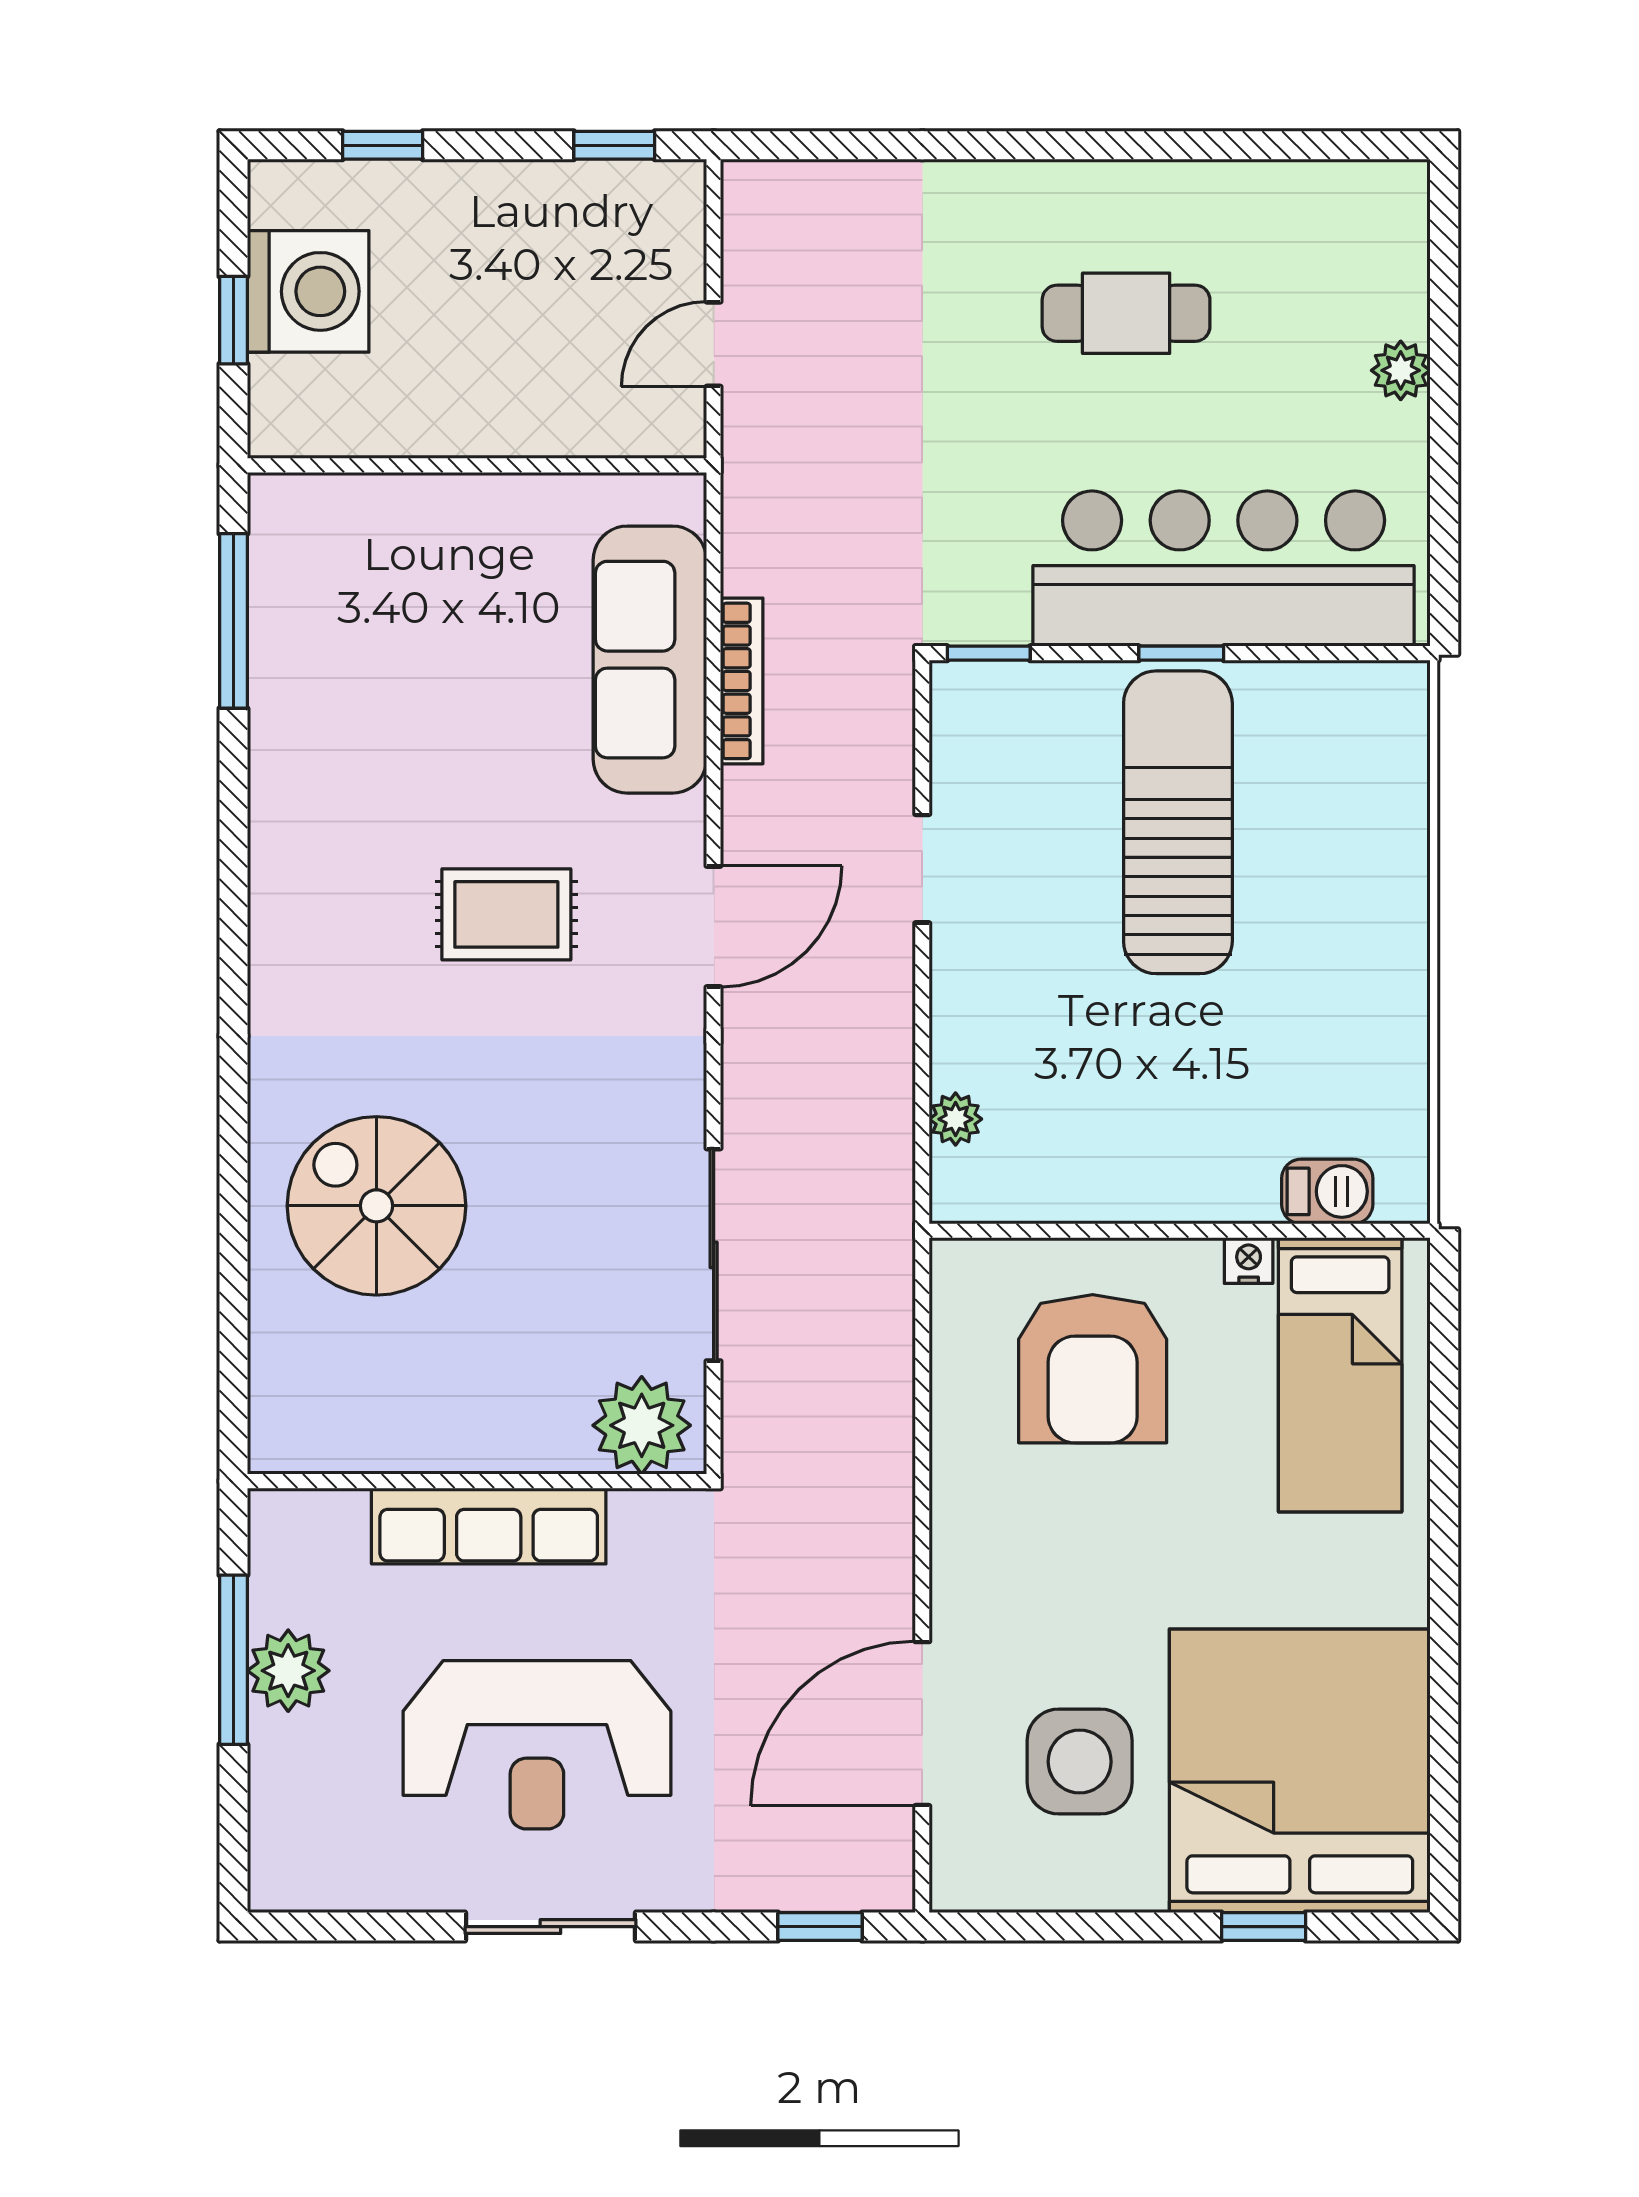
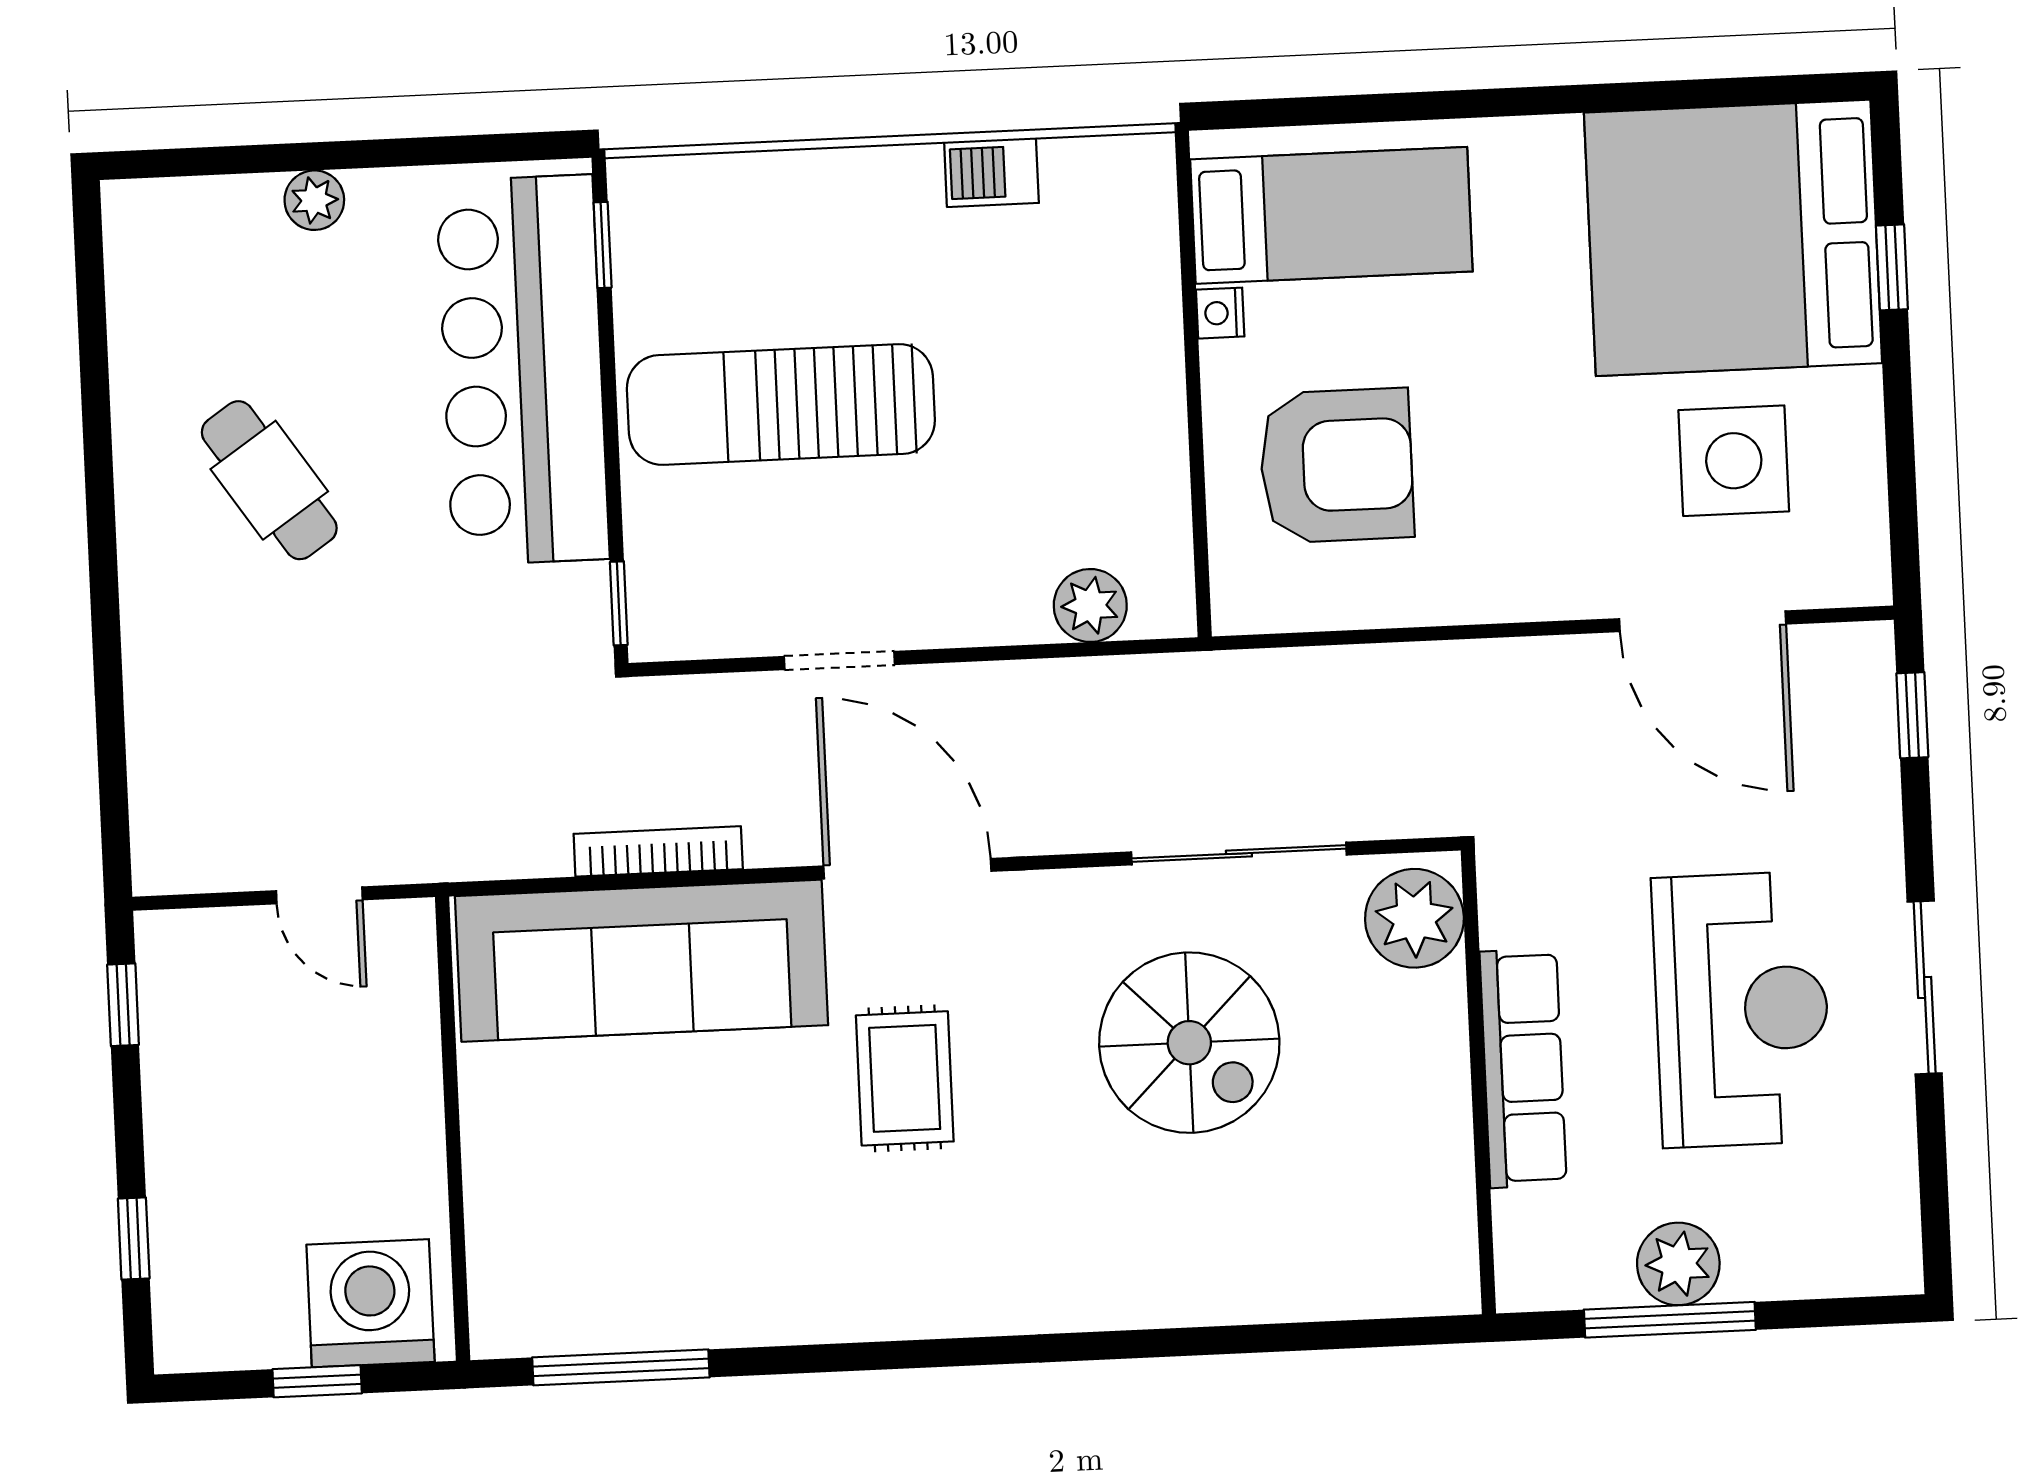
washing machine: (308, 291) -> (370, 1303), moved
cafe table: (1126, 313) -> (269, 480), turned -34
window: (1181, 653) -> (603, 245), moved
sofa: (650, 660) -> (641, 961), width x1.36, depth x1.27
door: (714, 926) -> (907, 869), width x1.36
plant: (956, 1119) -> (1090, 606), width x1.38, depth x1.38
barbecue: (1327, 1191) -> (991, 172), moved, turned -90
spiral stairs: (376, 1206) -> (1189, 1043), moved, turned -90

